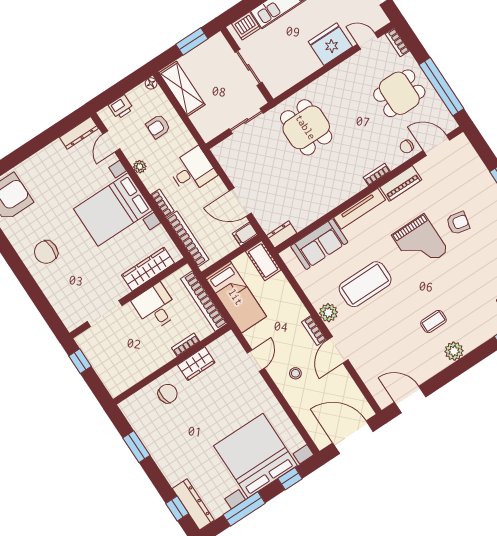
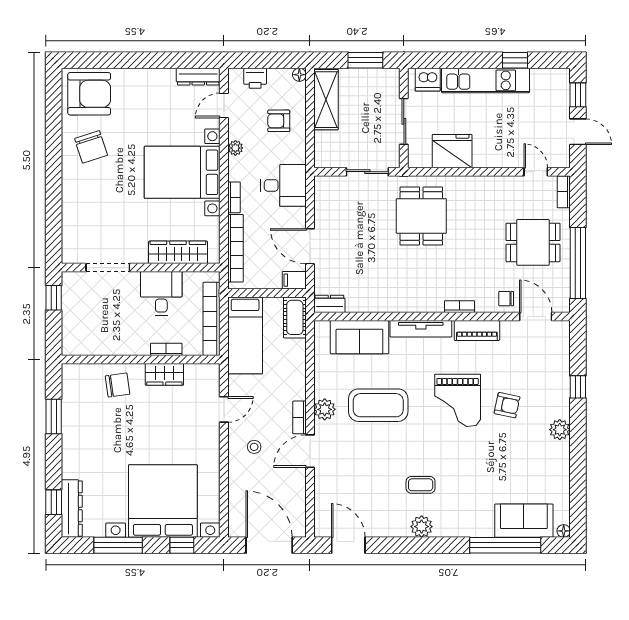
fridge: (330, 44) -> (452, 151), moved
chair: (46, 252) -> (91, 147), moved, turned -108

